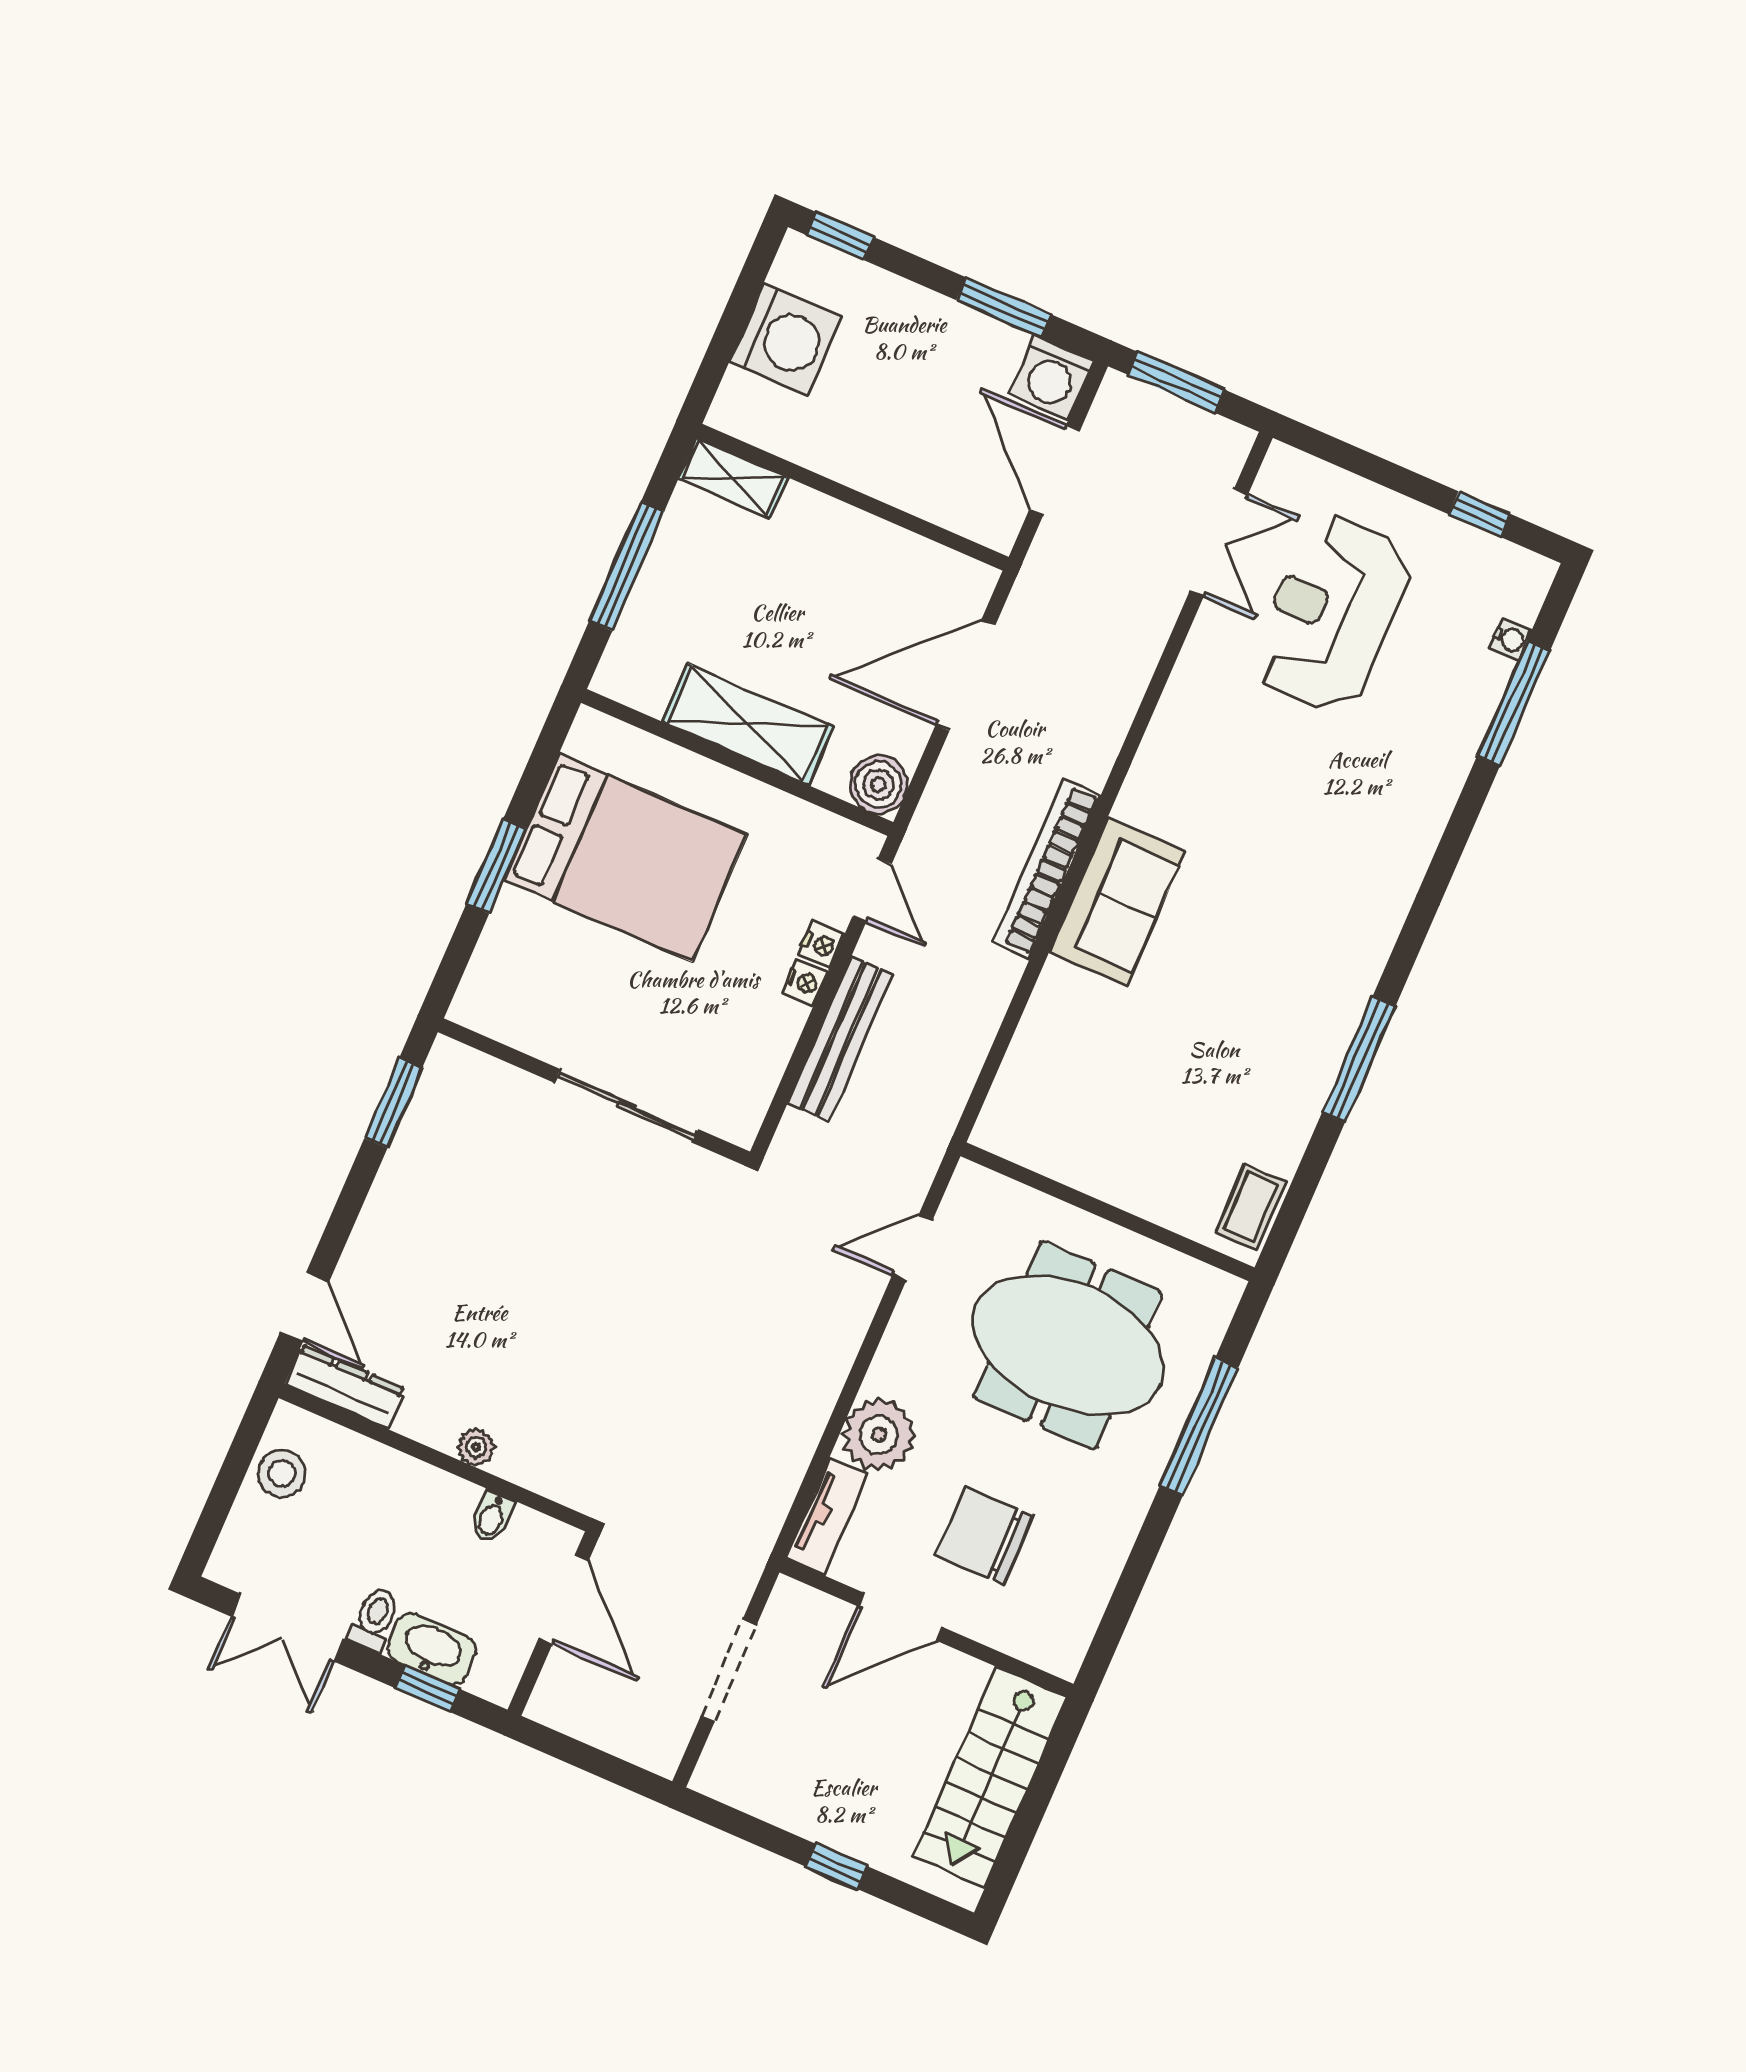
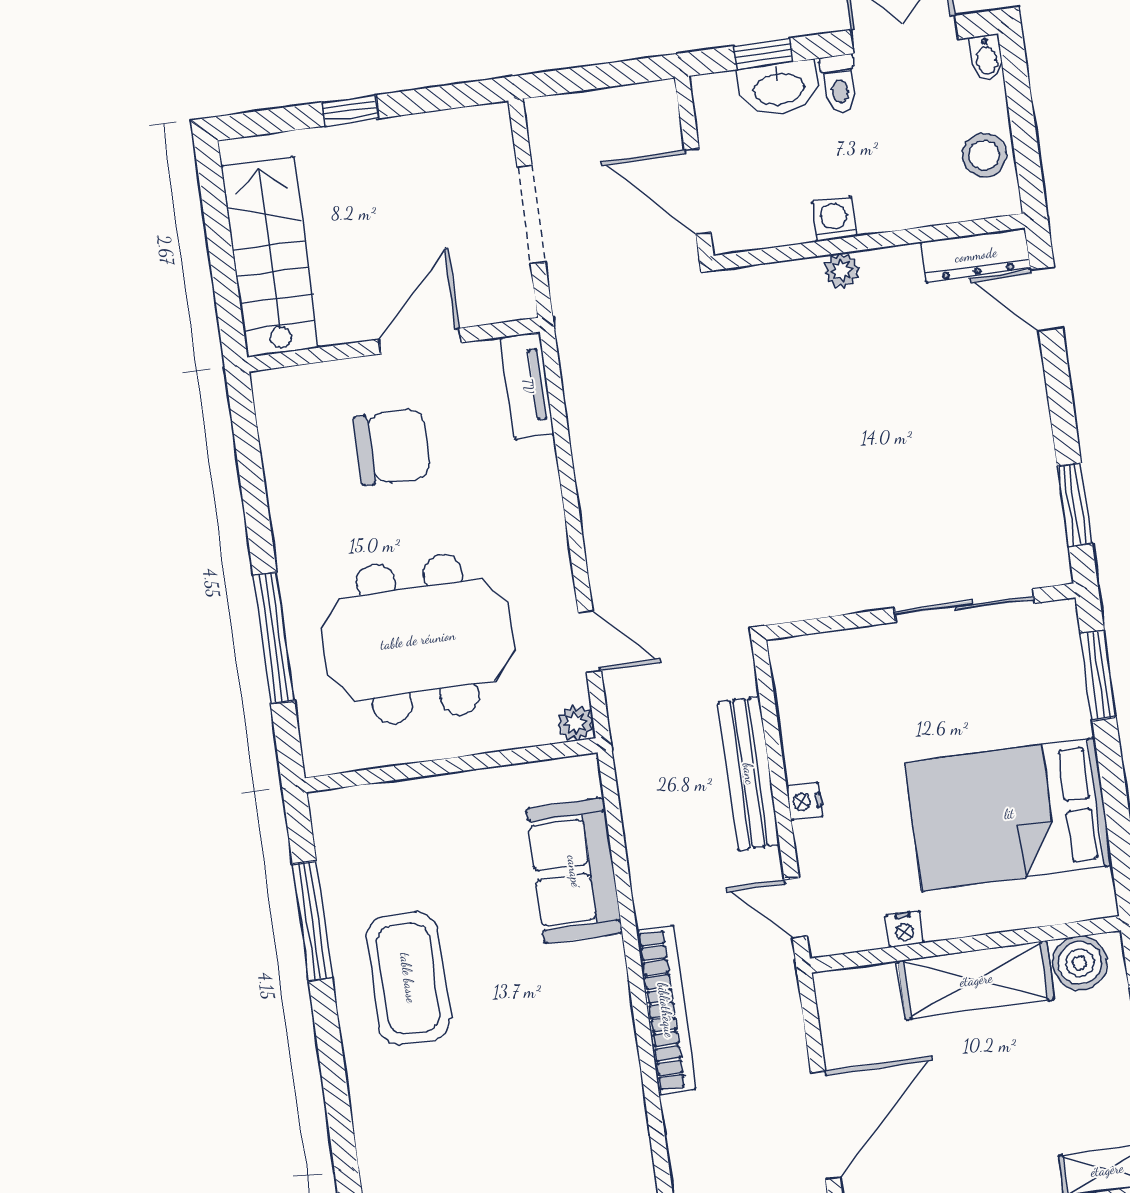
boiler: (878, 784) -> (1080, 963), moved
window: (496, 866) -> (1098, 675), moved
sofa: (1117, 902) -> (574, 871), moved
nightstand: (821, 945) -> (904, 929), moved, turned -90
window: (1359, 1059) -> (312, 921), moved
sliding door: (626, 1106) -> (964, 605), moved
coffee table: (1251, 1207) -> (408, 978), moved, width x1.86, depth x1.72
door: (912, 1248) -> (590, 642), hinge flipped
plant: (879, 1435) -> (575, 723), moved, width x0.53, depth x0.53
washing machine: (455, 1498) -> (834, 219), added
bidet: (492, 1517) -> (987, 57), moved, turned 180

